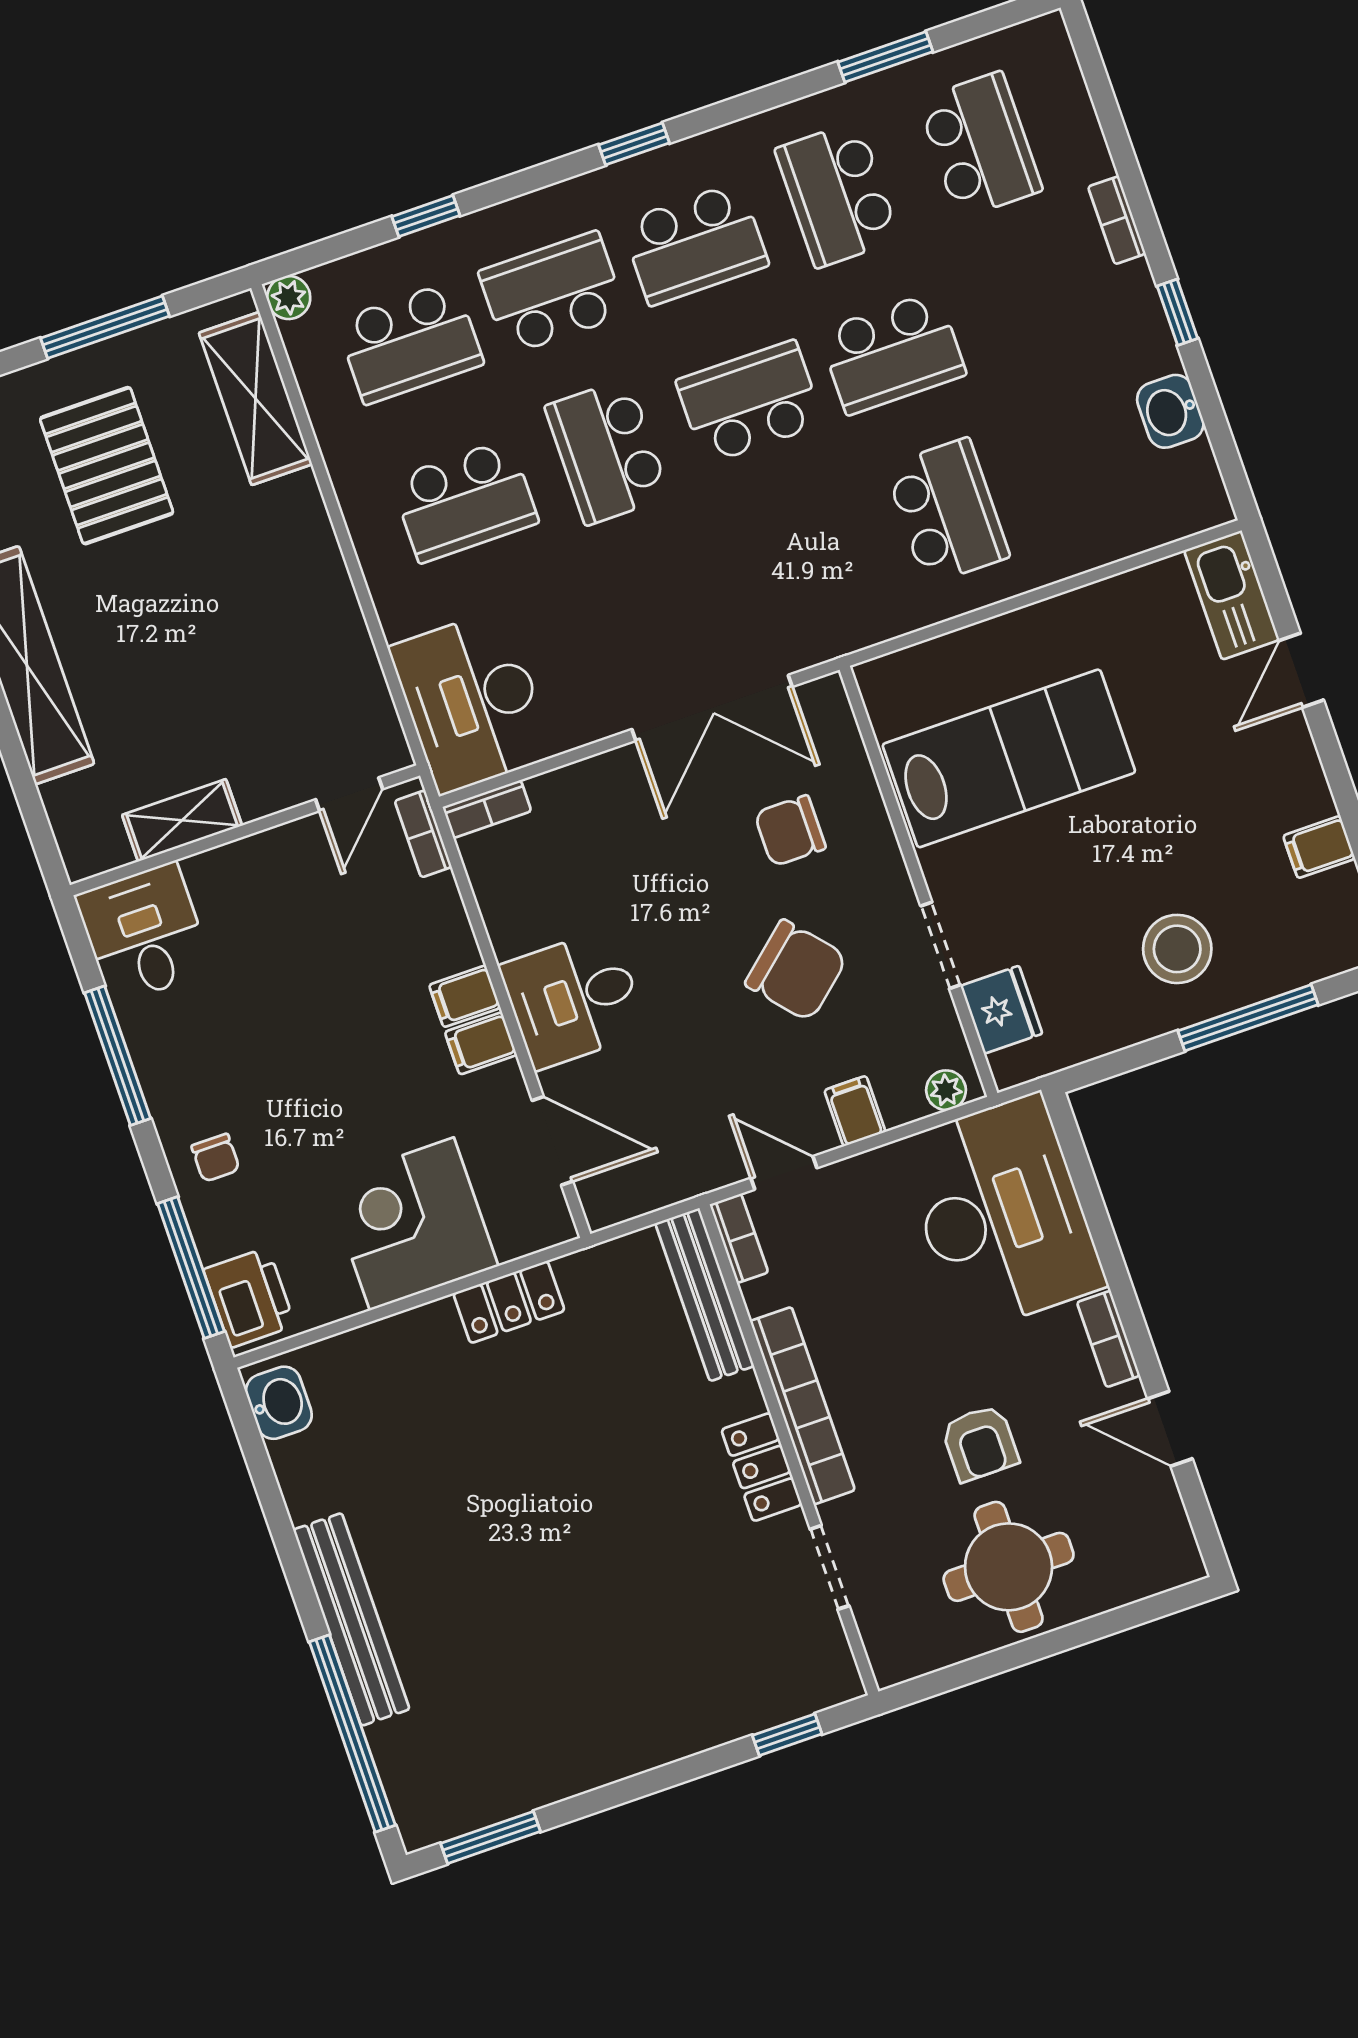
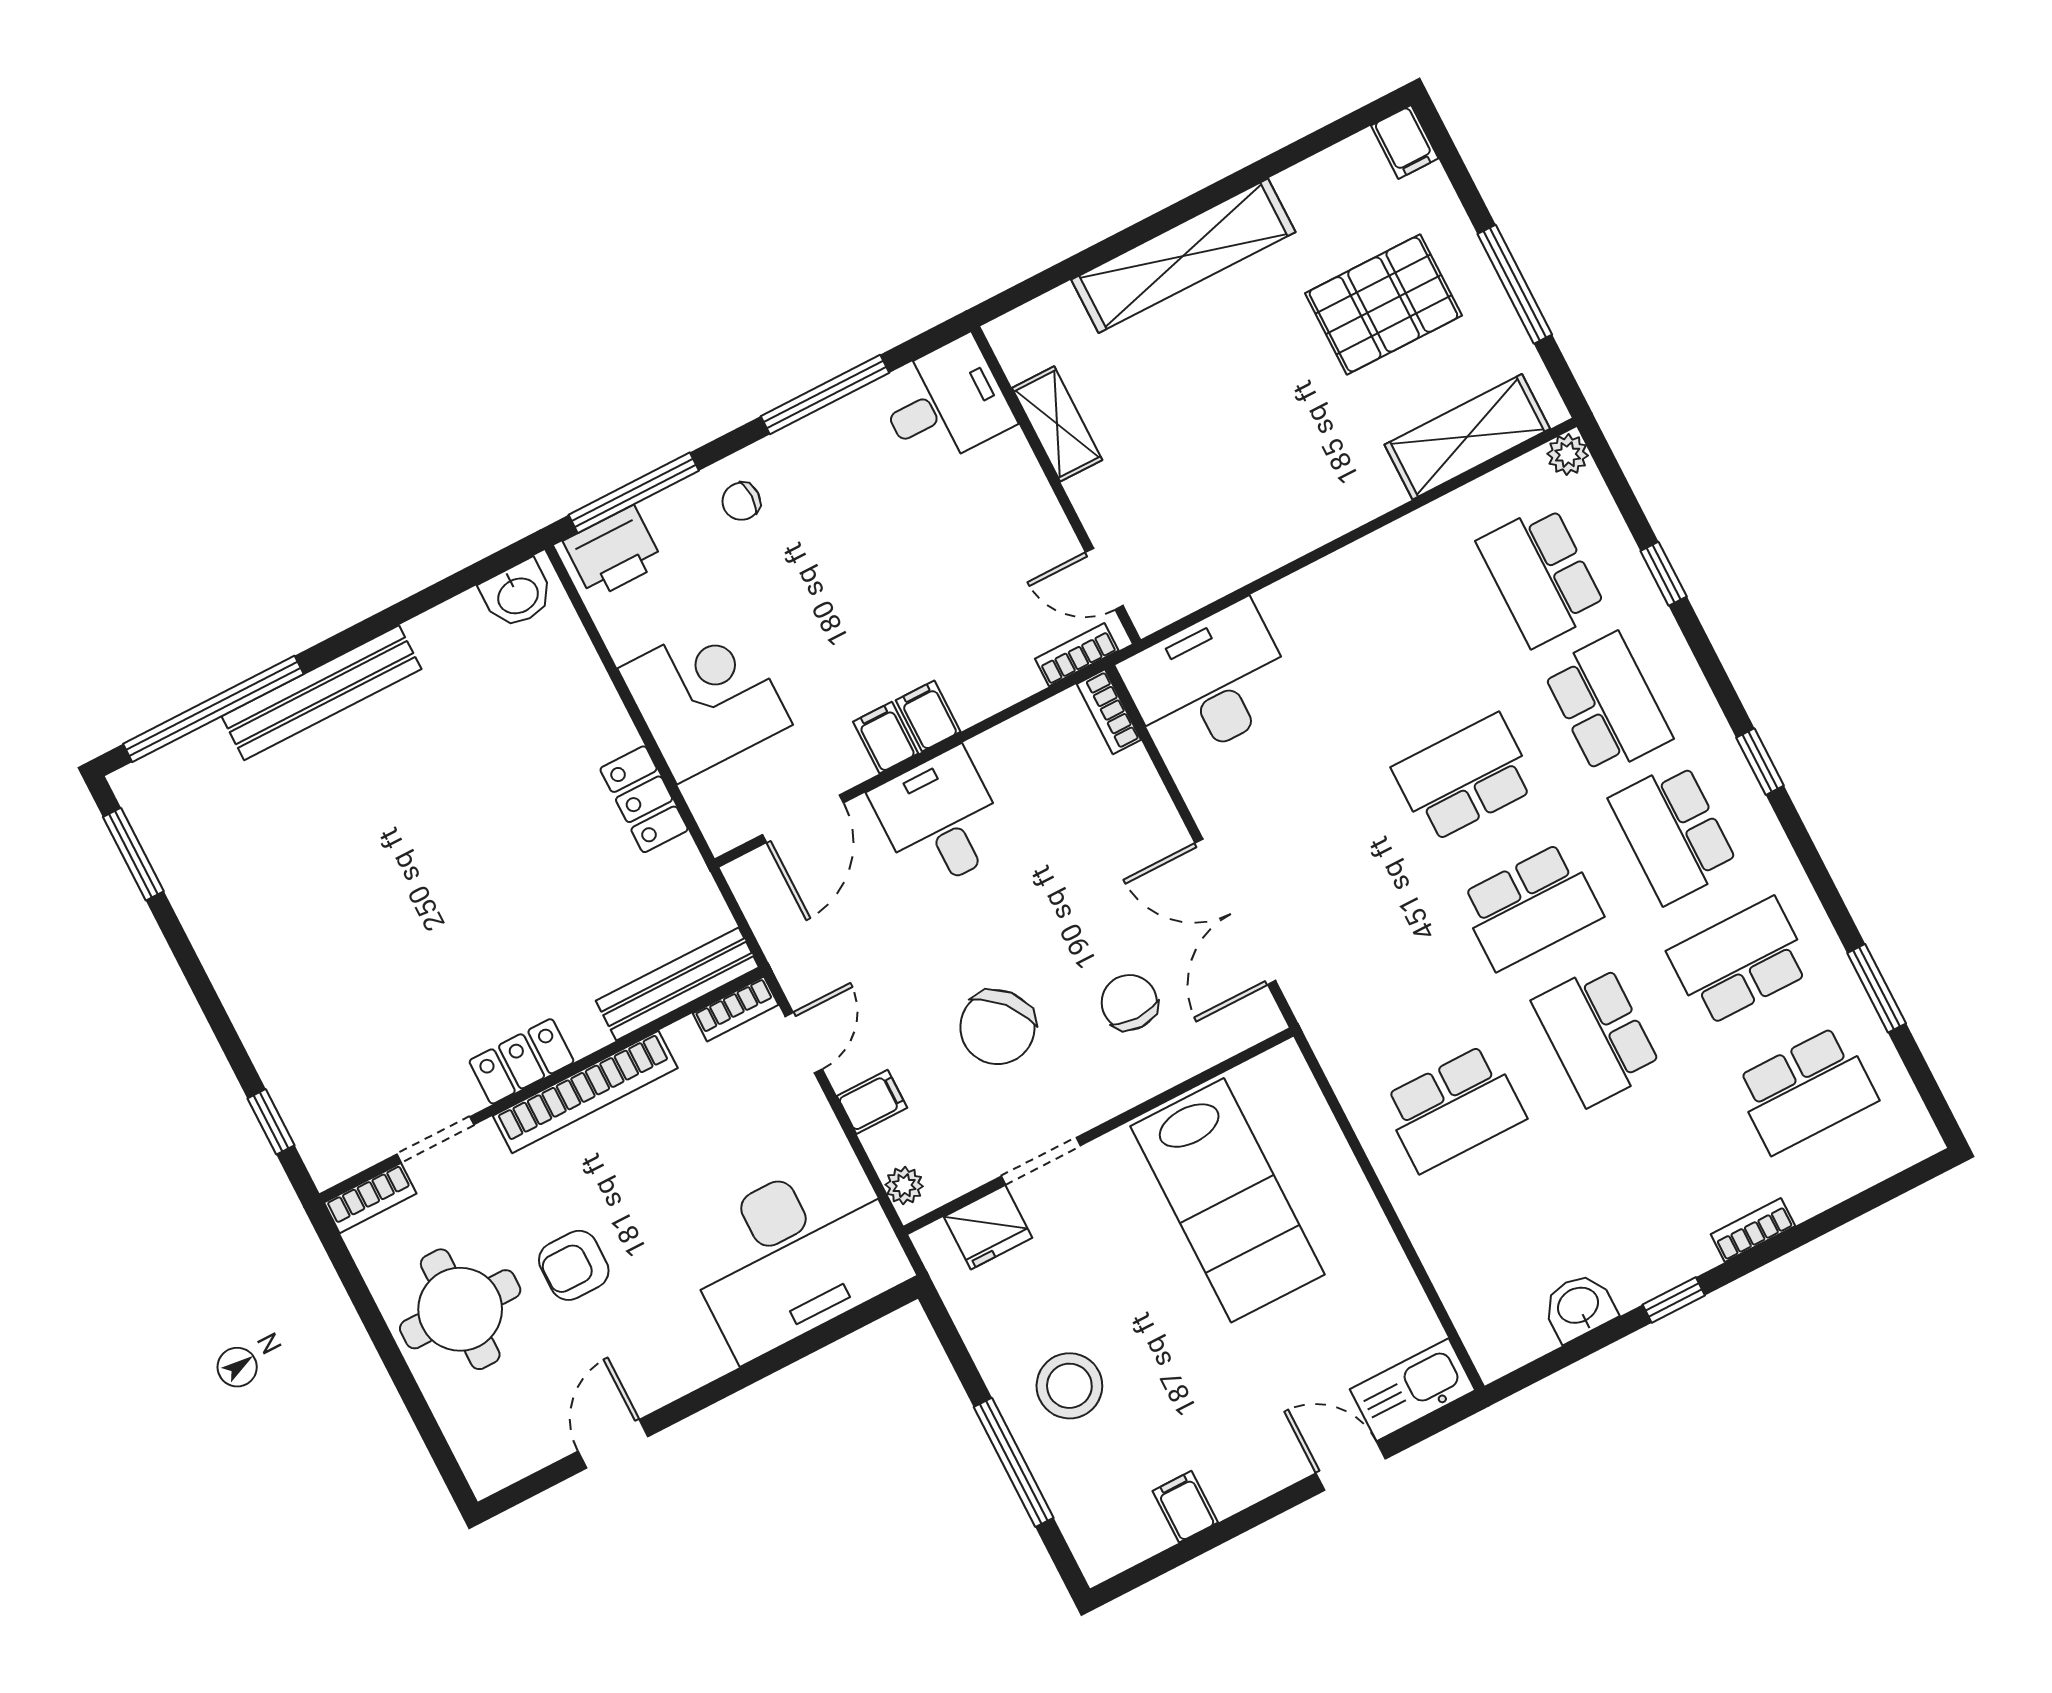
school desk: (750, 402) -> (1531, 906), turned 90
school desk: (465, 501) -> (1398, 649), removed
bookcase: (1108, 1339) -> (370, 1198), moved, turned 180

